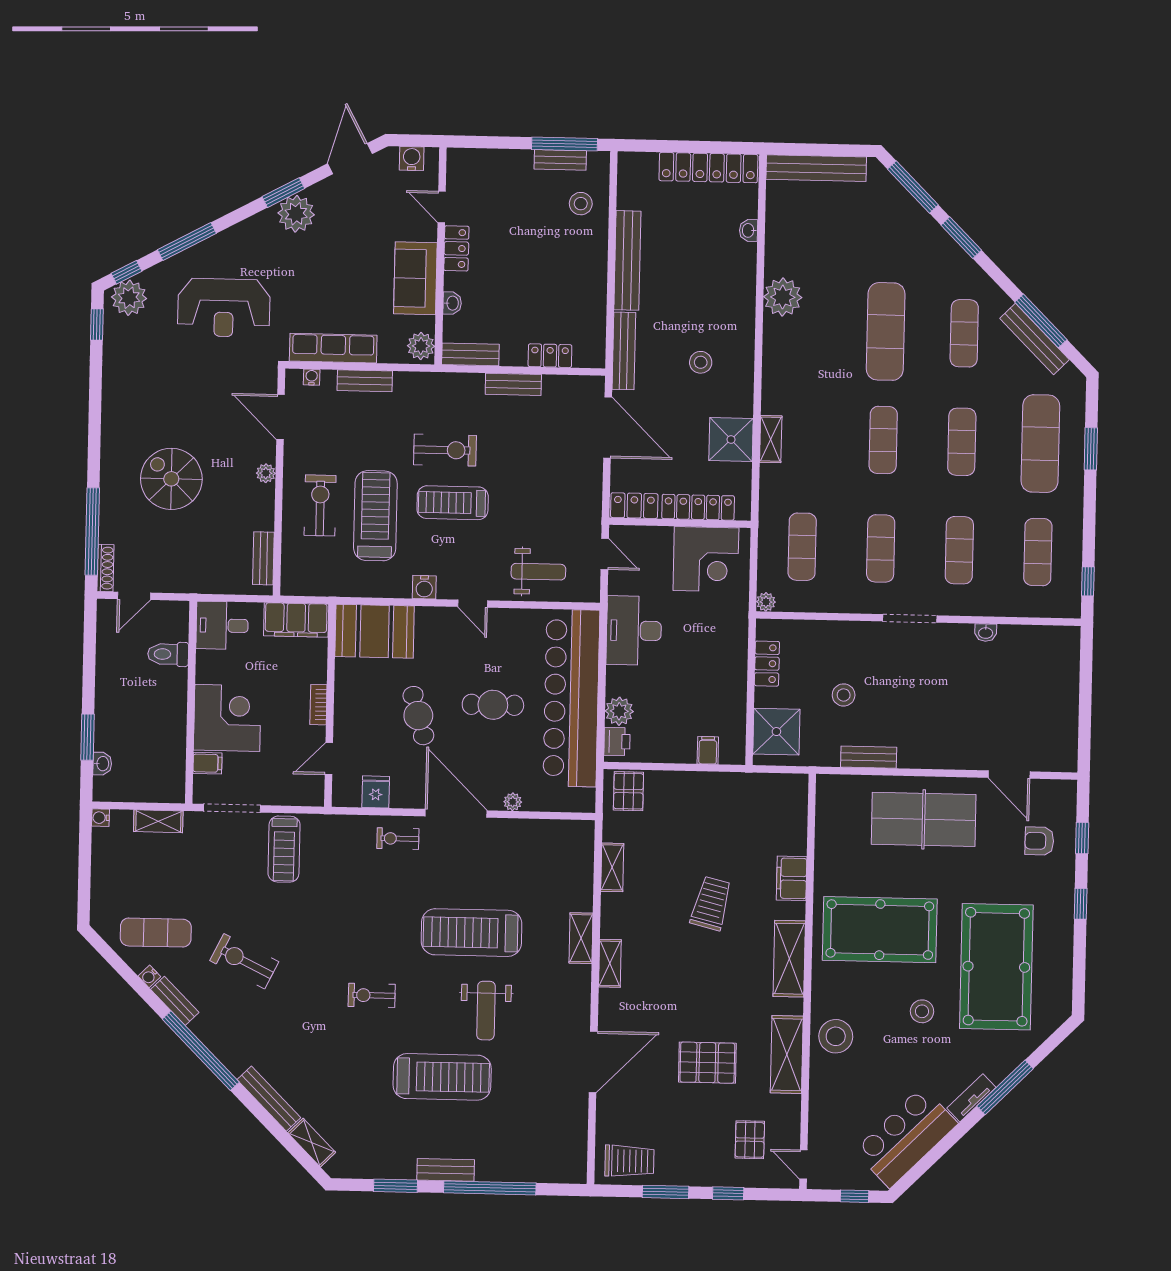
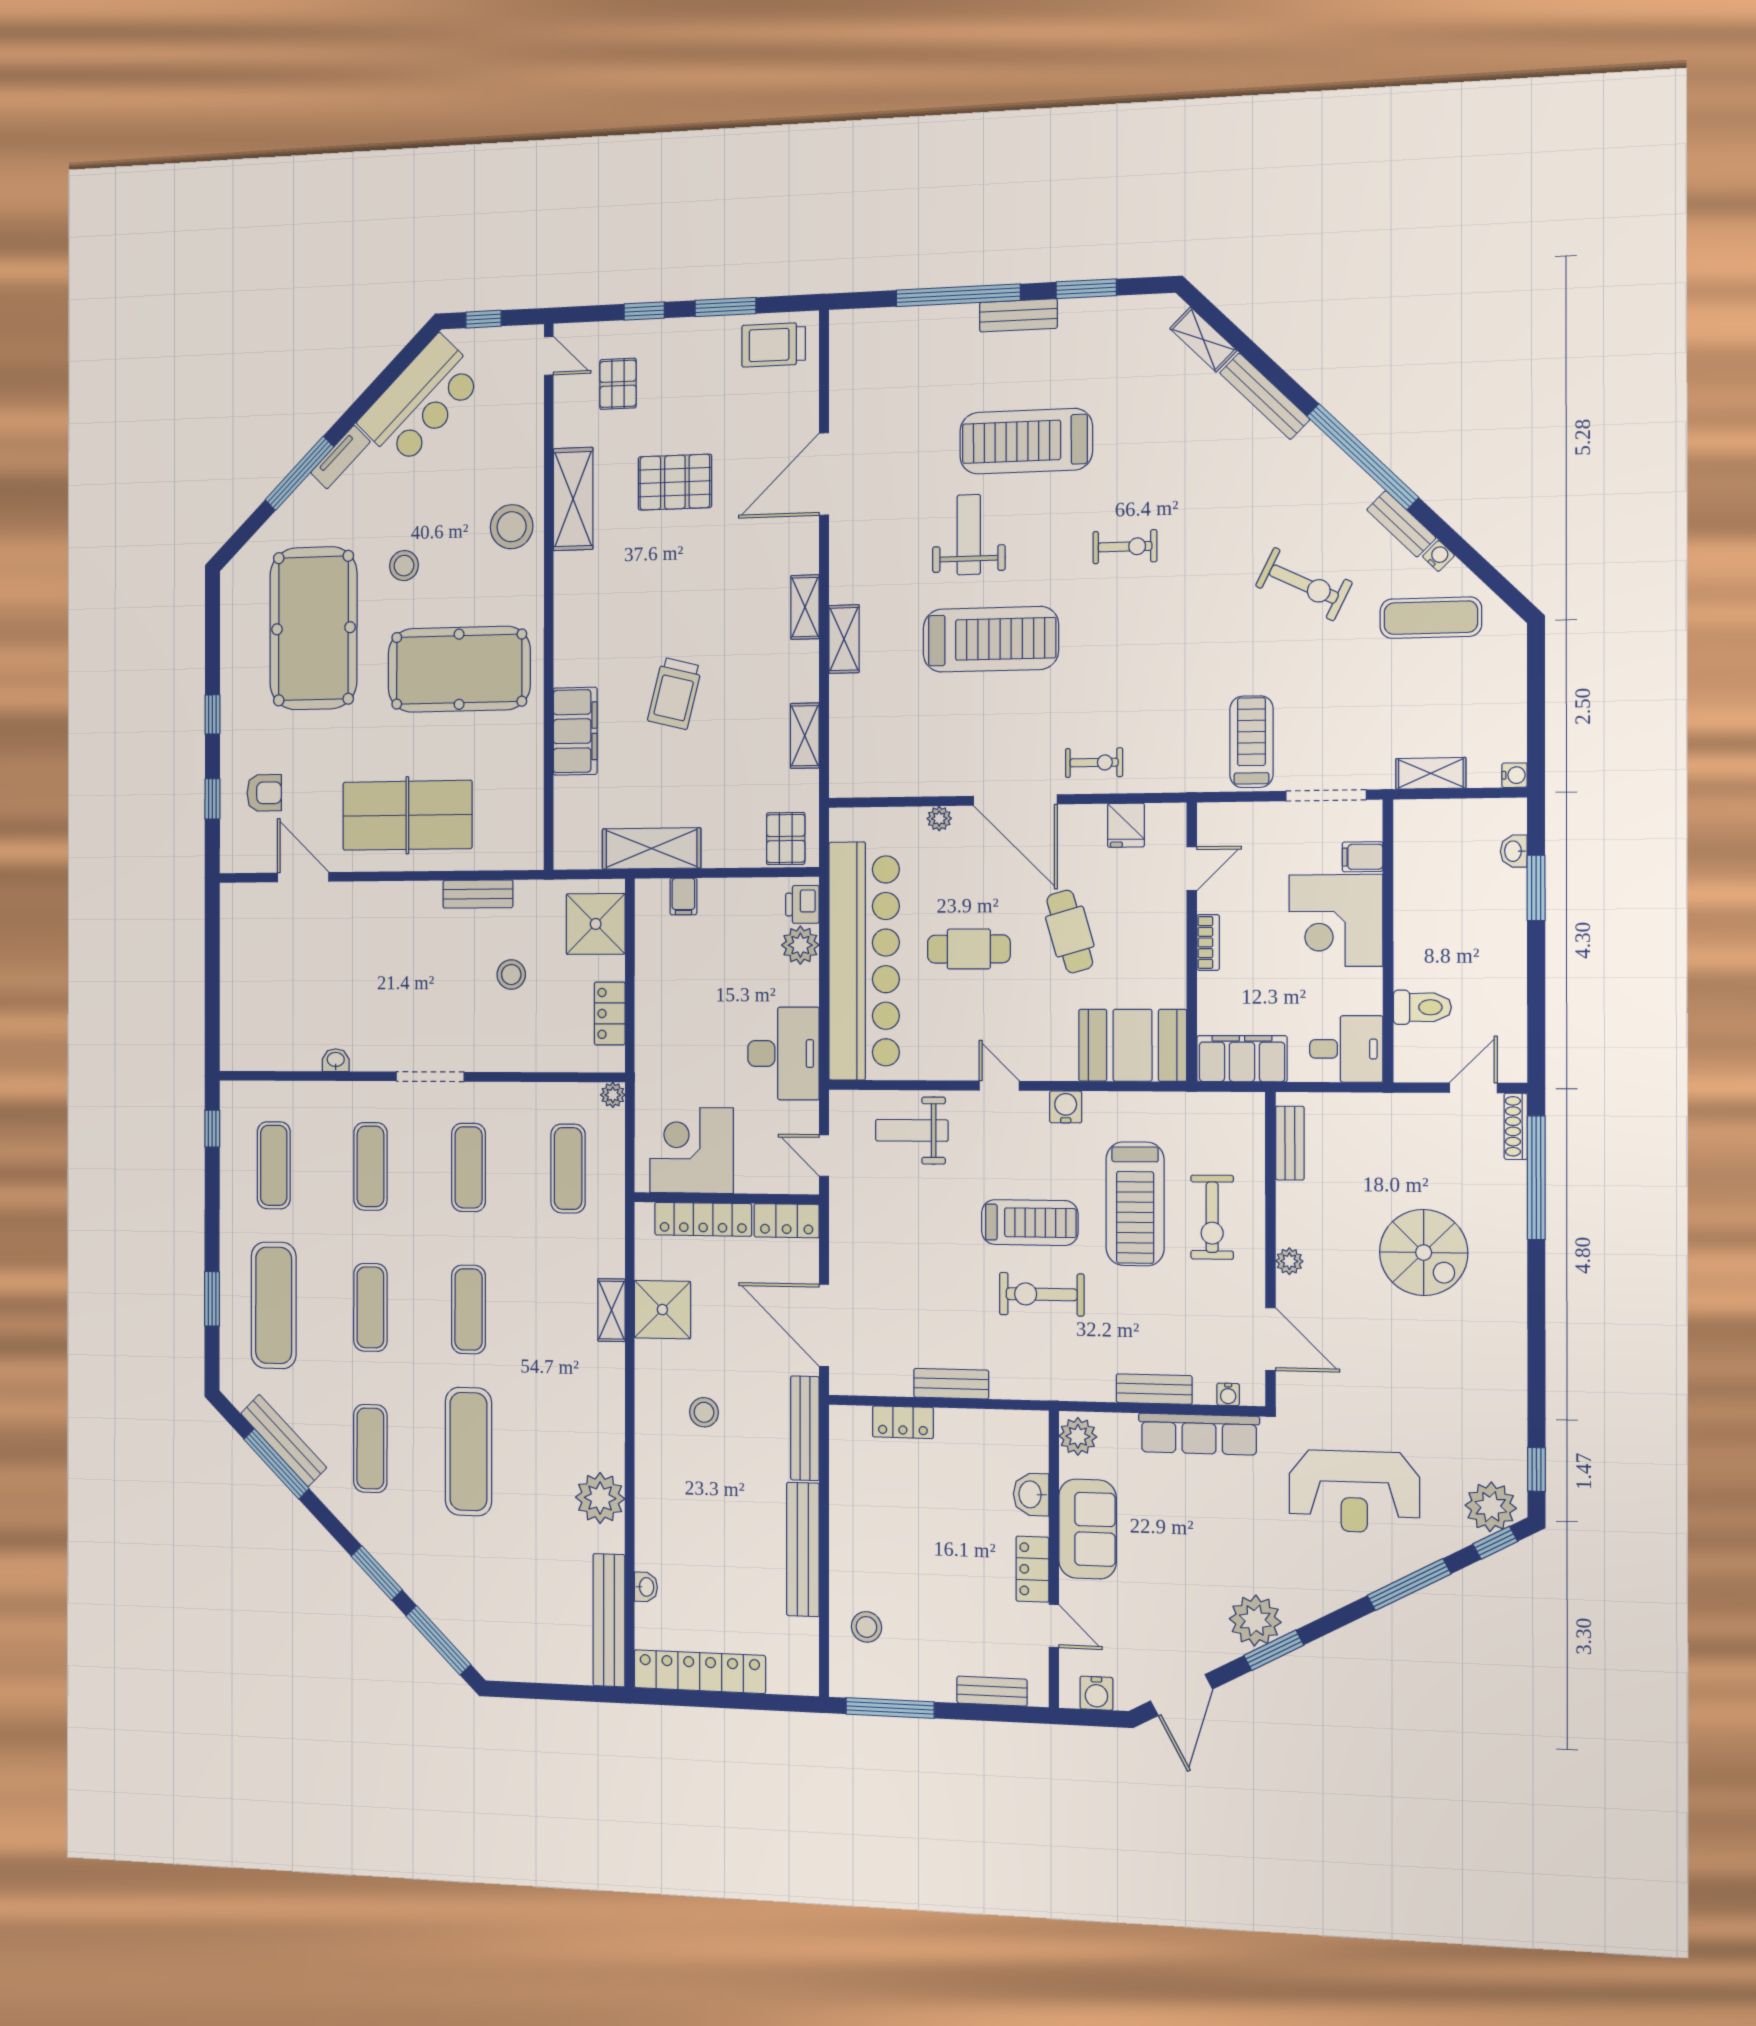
bench: (560, 160) -> (992, 1691), moved
bench: (816, 168) -> (609, 1620), moved, turned 90
washbasin: (452, 303) -> (1031, 1494), width x1.38, depth x1.45
reception desk: (224, 308) -> (1354, 1491), turned 180
bench: (470, 354) -> (1010, 1424), removed
filing cabinet: (792, 878) -> (575, 731), width x1.50, depth x1.17
shelving: (789, 959) -> (651, 848), moved, turned 90

